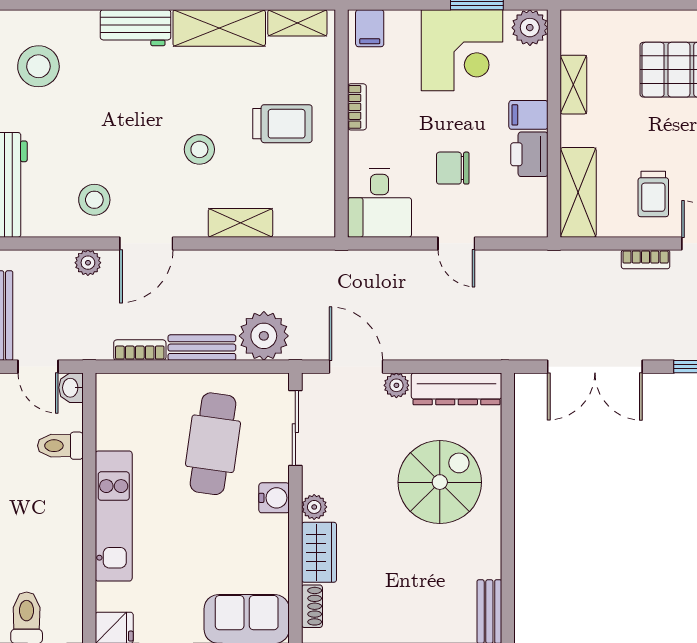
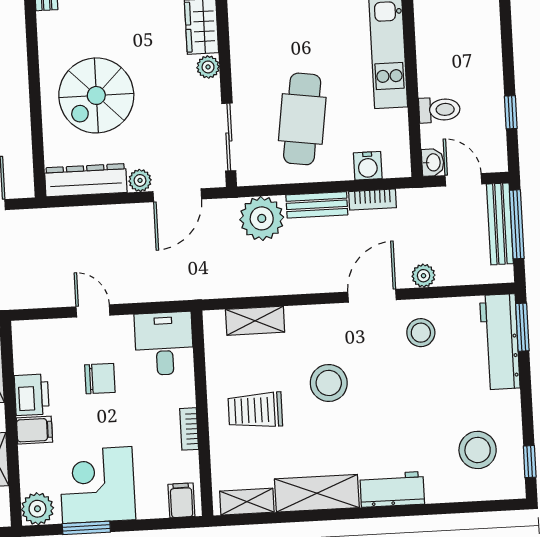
stool: (199, 149) -> (329, 383), width x1.38, depth x1.38
shelving: (240, 223) -> (255, 321), moved
door: (356, 367) -> (177, 195), hinge flipped
water cooler: (274, 498) -> (368, 166), moved, turned -90

